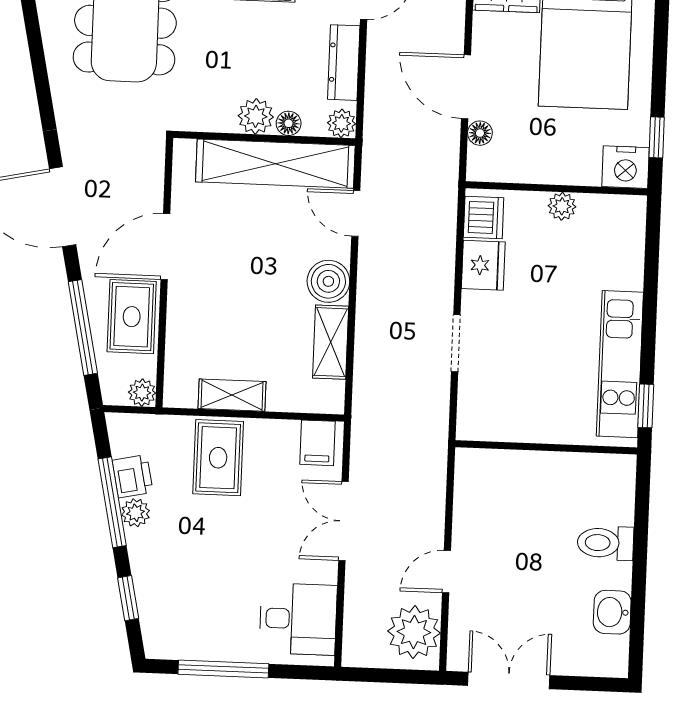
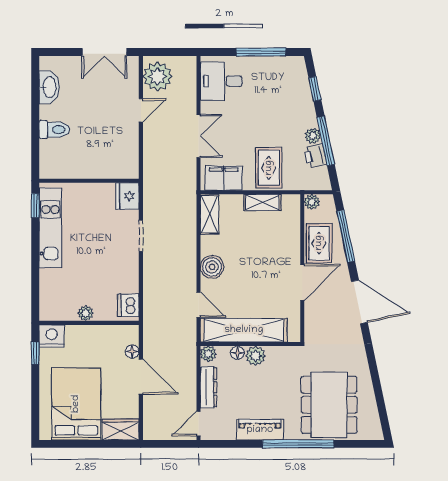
fridge: (483, 265) -> (127, 196), moved
shelving: (331, 342) -> (209, 214), moved
filing cabinet: (317, 443) -> (224, 178), width x2.00
washbasin: (612, 612) -> (49, 87), width x1.38

